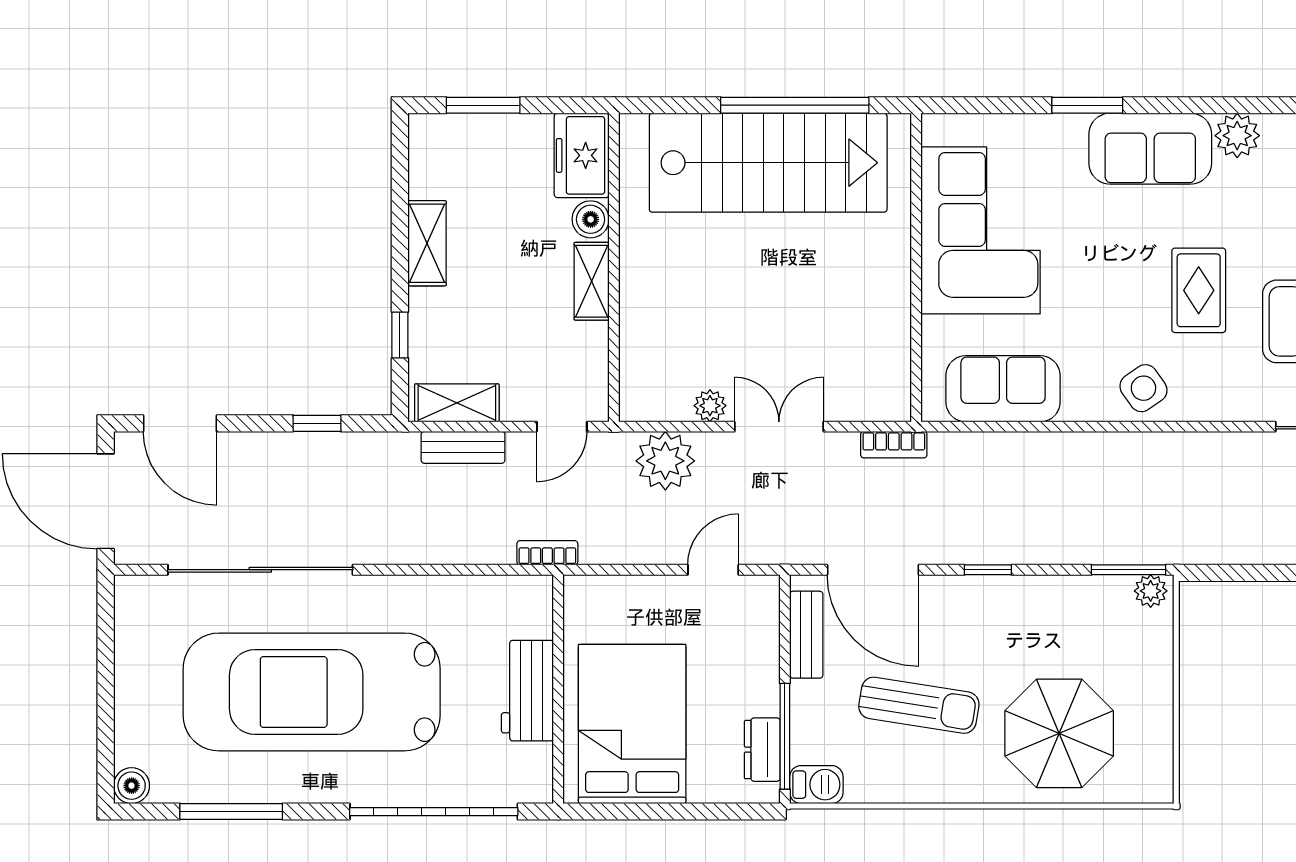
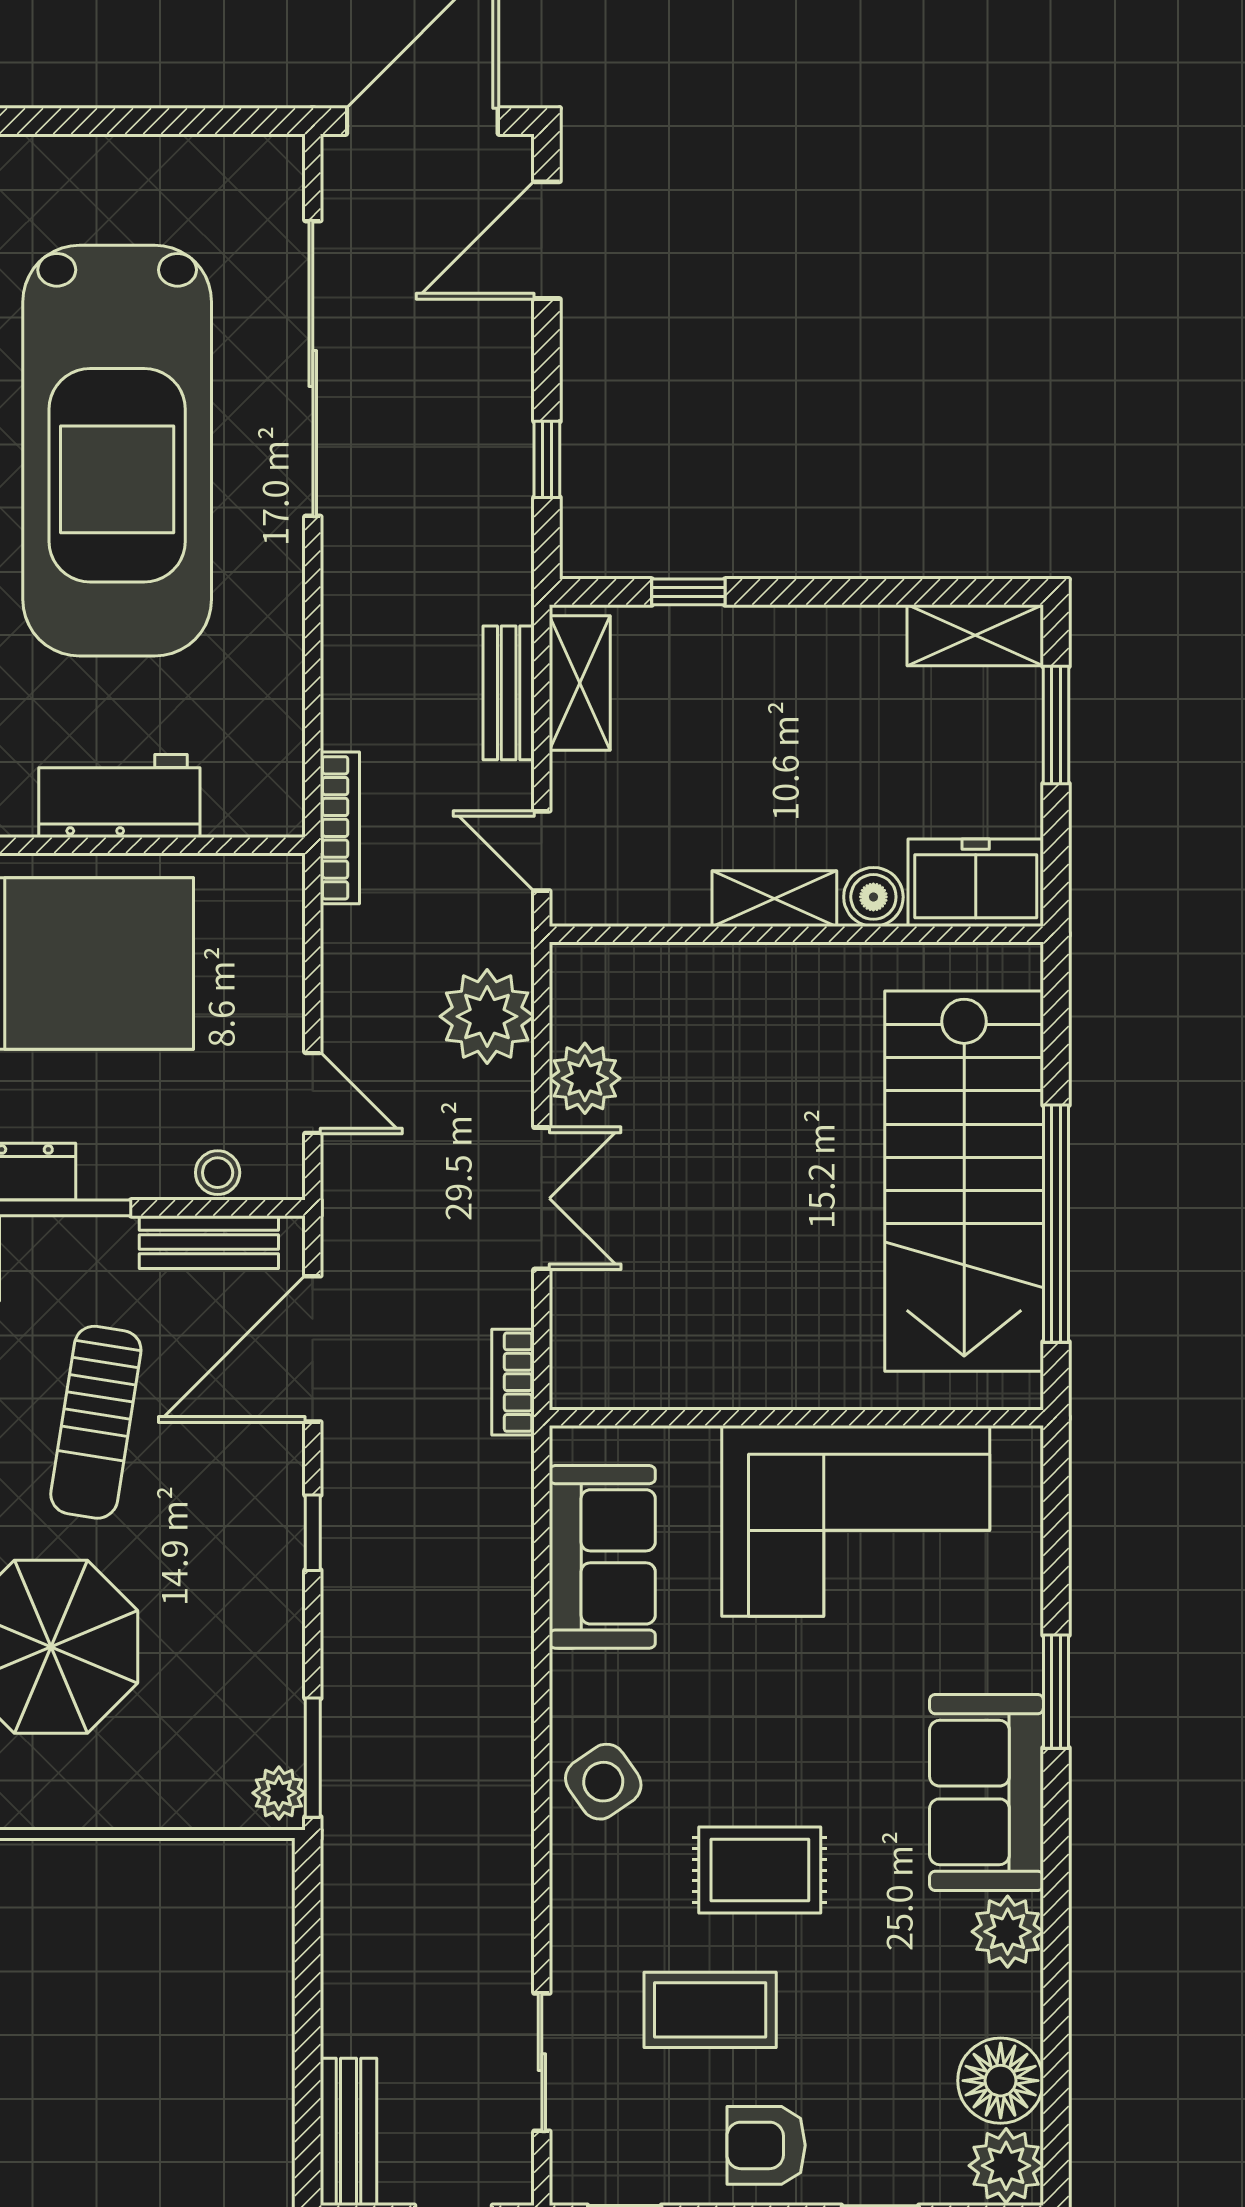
shelving: (427, 243) -> (975, 635), moved
plant: (710, 406) -> (585, 1078), width x1.38, depth x1.38
bookcase: (547, 553) -> (340, 828), width x1.56
stool: (763, 629) -> (218, 1173), added
car: (312, 692) -> (117, 451), turned 180

